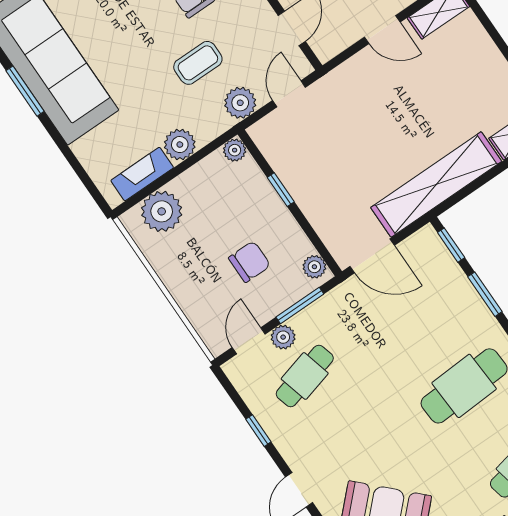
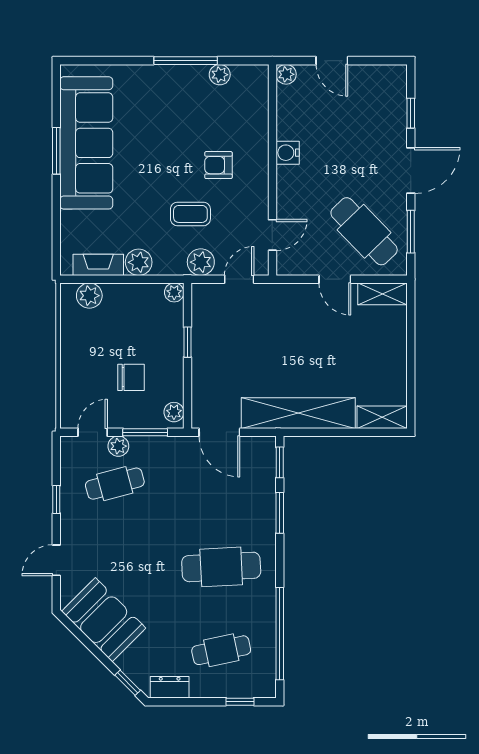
plant: (162, 211) -> (89, 296), width x0.73, depth x0.73

